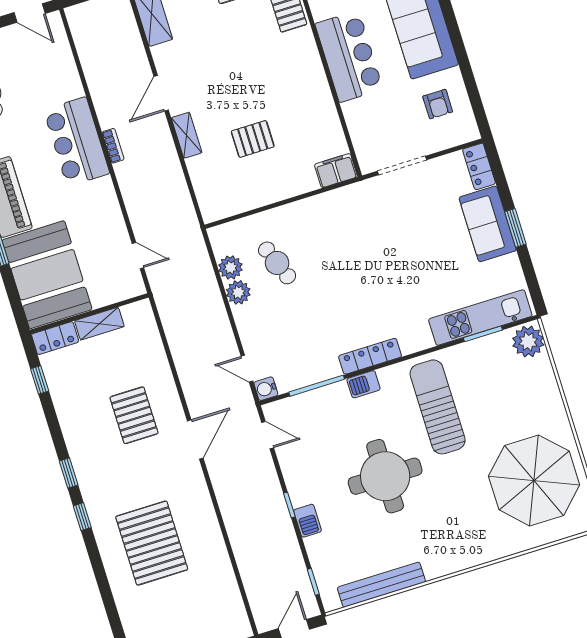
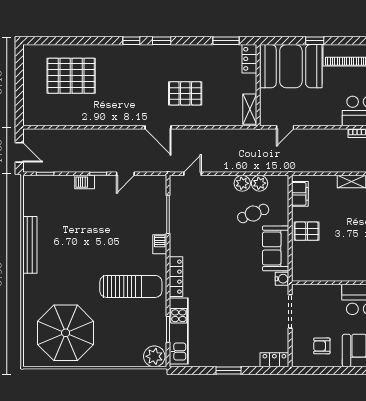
pallet: (253, 139) -> (307, 231), moved, turned 90
filing cabinet: (336, 171) -> (300, 194), moved
sofa: (488, 224) -> (276, 248), moved, turned -90
shelving: (99, 324) -> (250, 109), moved
locker: (370, 356) -> (176, 277), moved
window: (40, 380) -> (226, 41), width x1.50
water cooler: (266, 389) -> (282, 279), moved, turned 90
door: (268, 435) -> (125, 174), moved
round table: (385, 476) -> (98, 240), removed
pallet: (152, 543) -> (71, 76), moved
bench: (381, 585) -> (30, 245), moved

